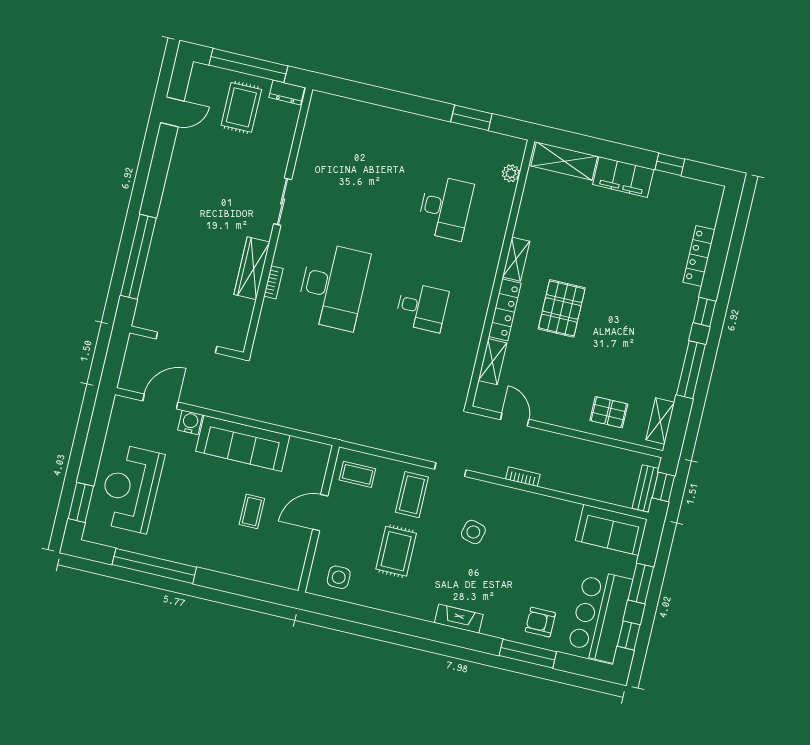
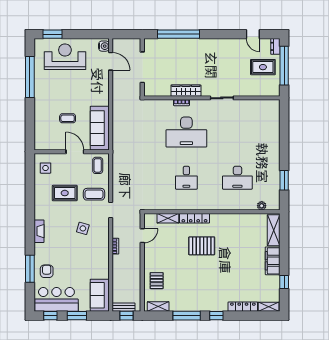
dresser: (287, 92) -> (275, 46), moved
shelving: (516, 259) -> (269, 307), moved
water cooler: (190, 422) -> (104, 46), moved
sofa: (243, 443) -> (100, 128), moved

